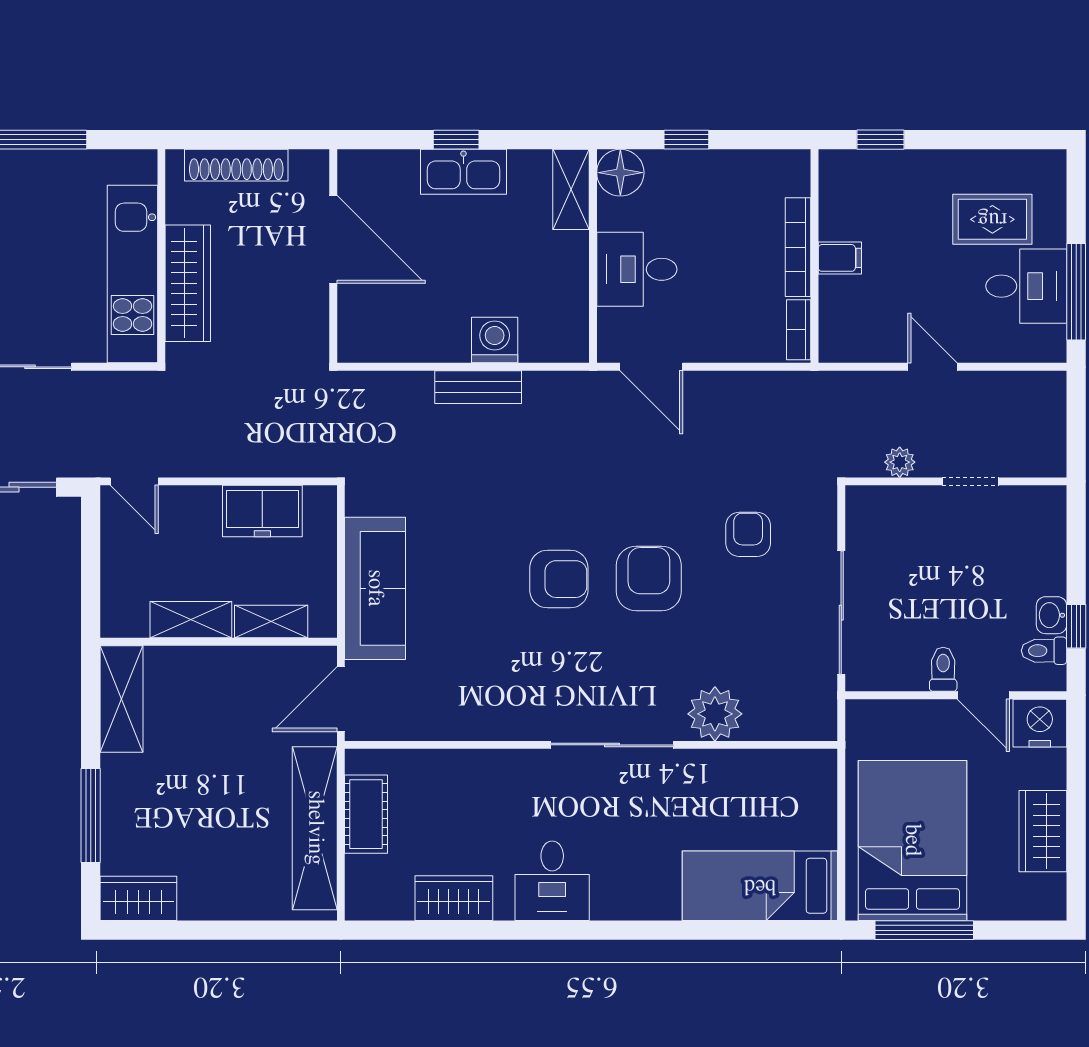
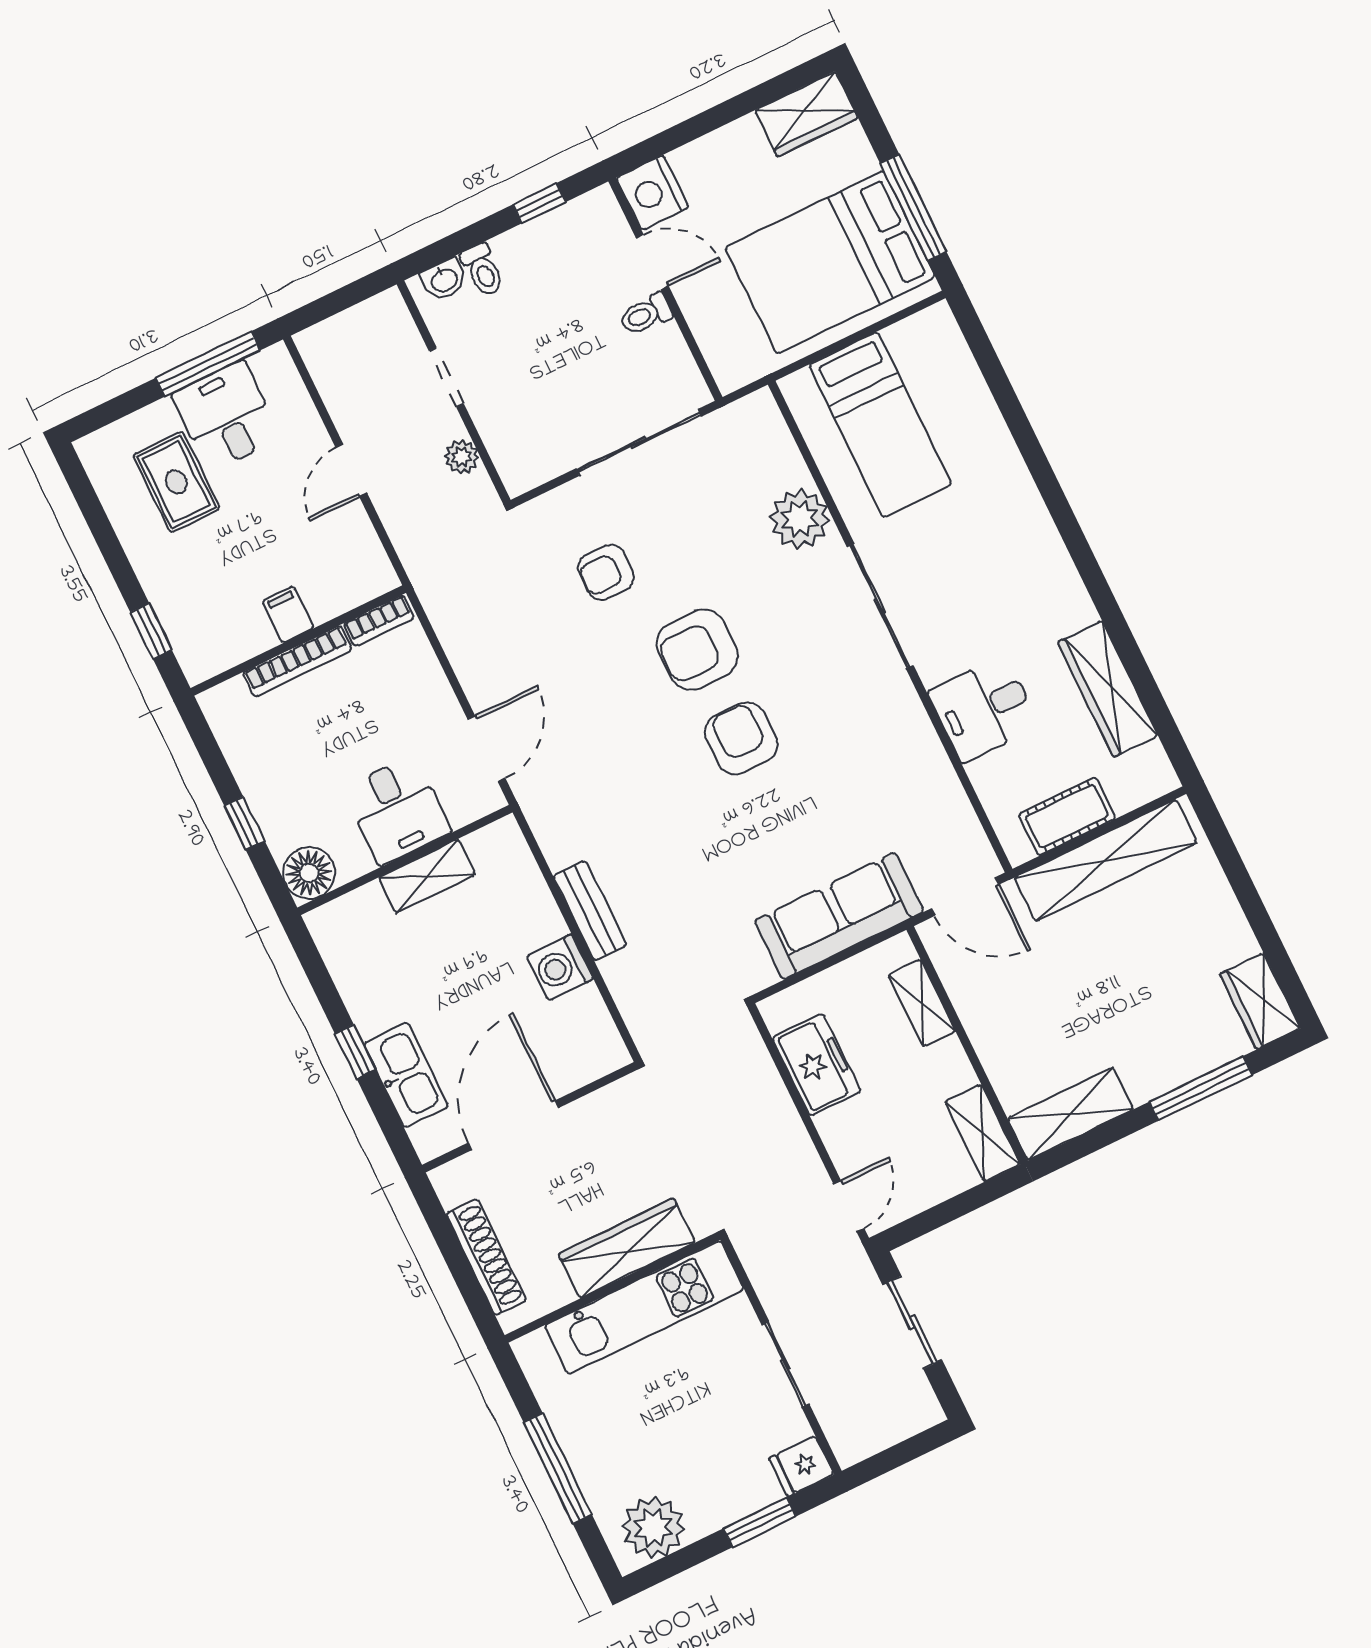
kitchen sink: (463, 172) -> (406, 1075), moved
shelving: (571, 189) -> (427, 876), moved
washing machine: (495, 340) -> (560, 967), moved
washbasin: (1051, 615) -> (444, 280), moved
shelving: (191, 620) -> (982, 1133), moved
toilet: (1044, 651) -> (483, 270), moved
door: (983, 695) -> (652, 262), hinge flipped
wardrobe: (1043, 831) -> (806, 114), moved
desk: (552, 881) -> (984, 709), moved, turned 180
bed: (760, 886) -> (880, 425), moved
wardrobe: (454, 898) -> (1108, 689), width x1.50

